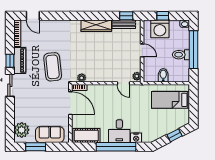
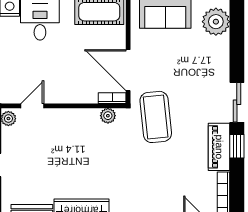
coffee table: (53, 67) -> (156, 117), moved
door: (123, 83) -> (32, 106), hinge flipped

